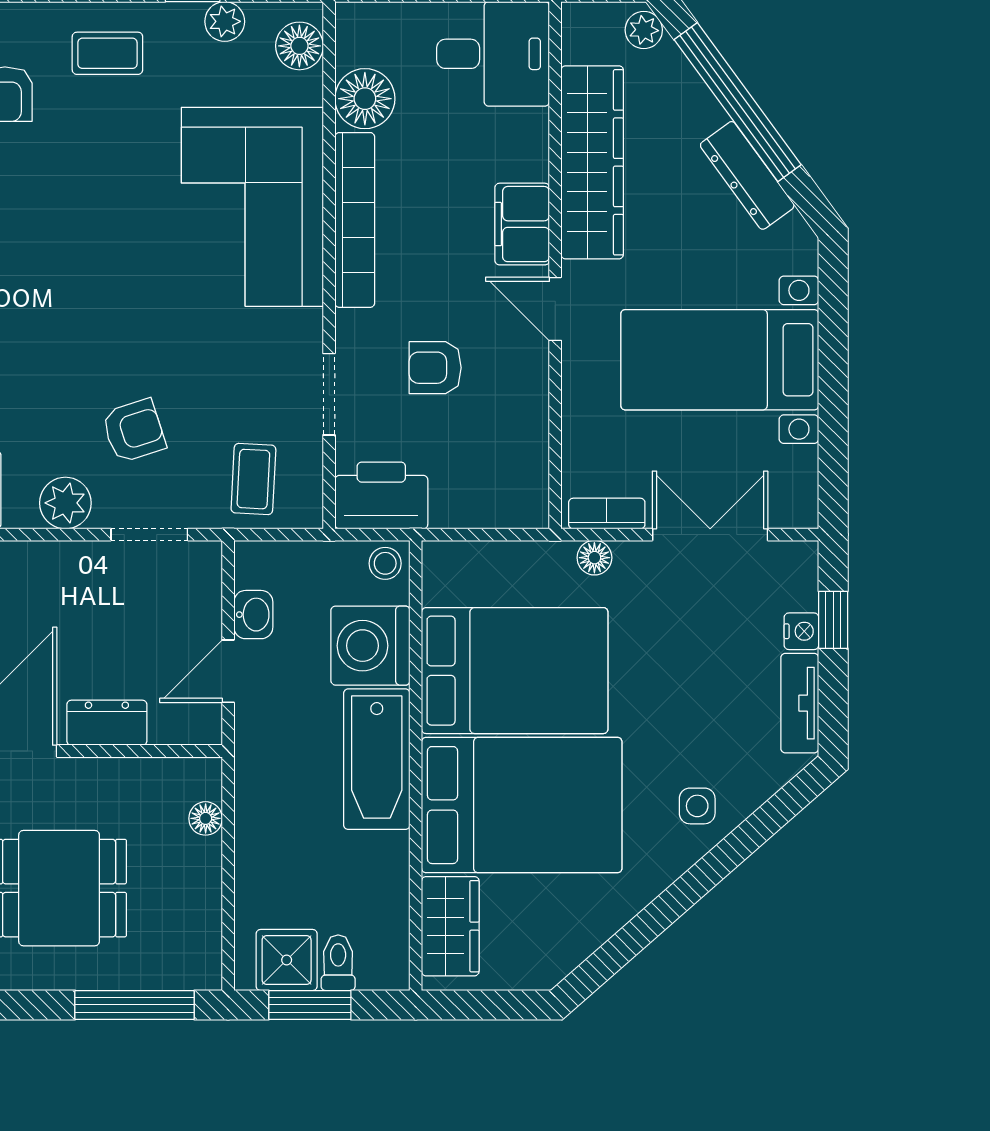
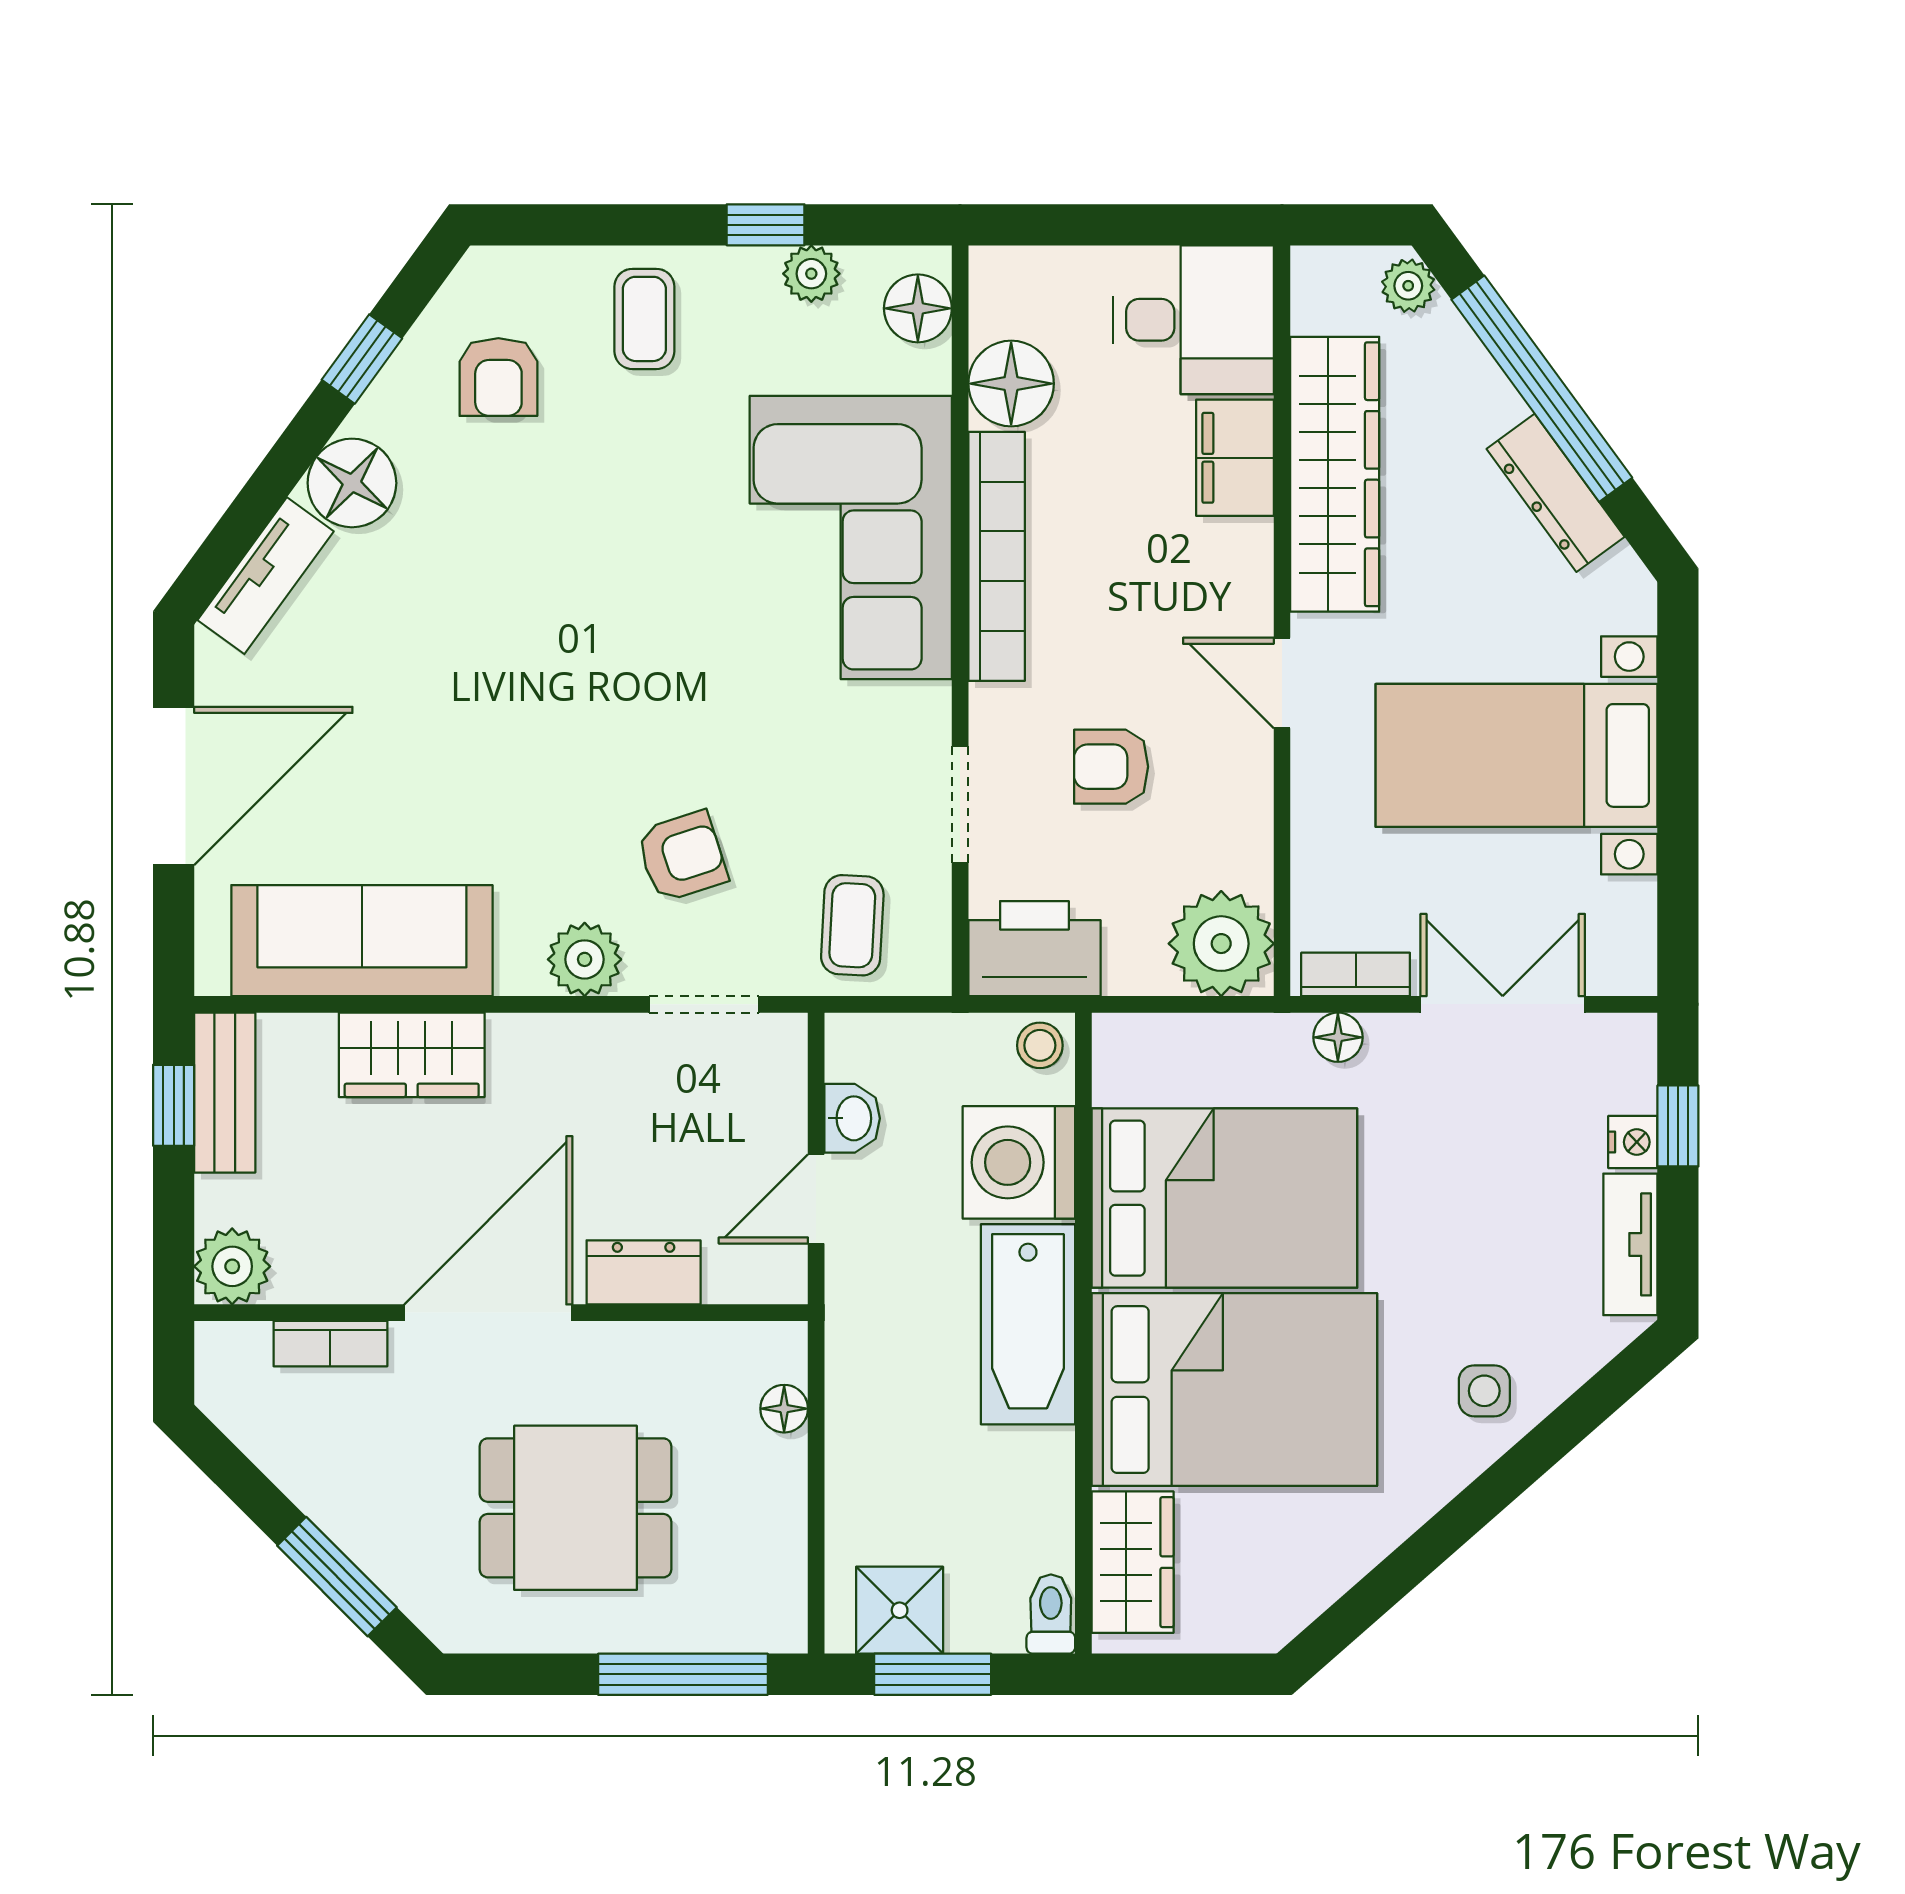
coffee table: (107, 53) -> (644, 319), turned 90
filing cabinet: (522, 224) -> (1235, 458), moved
plant: (512, 492) -> (1221, 944), added
toilet: (338, 963) -> (1051, 1614), moved

